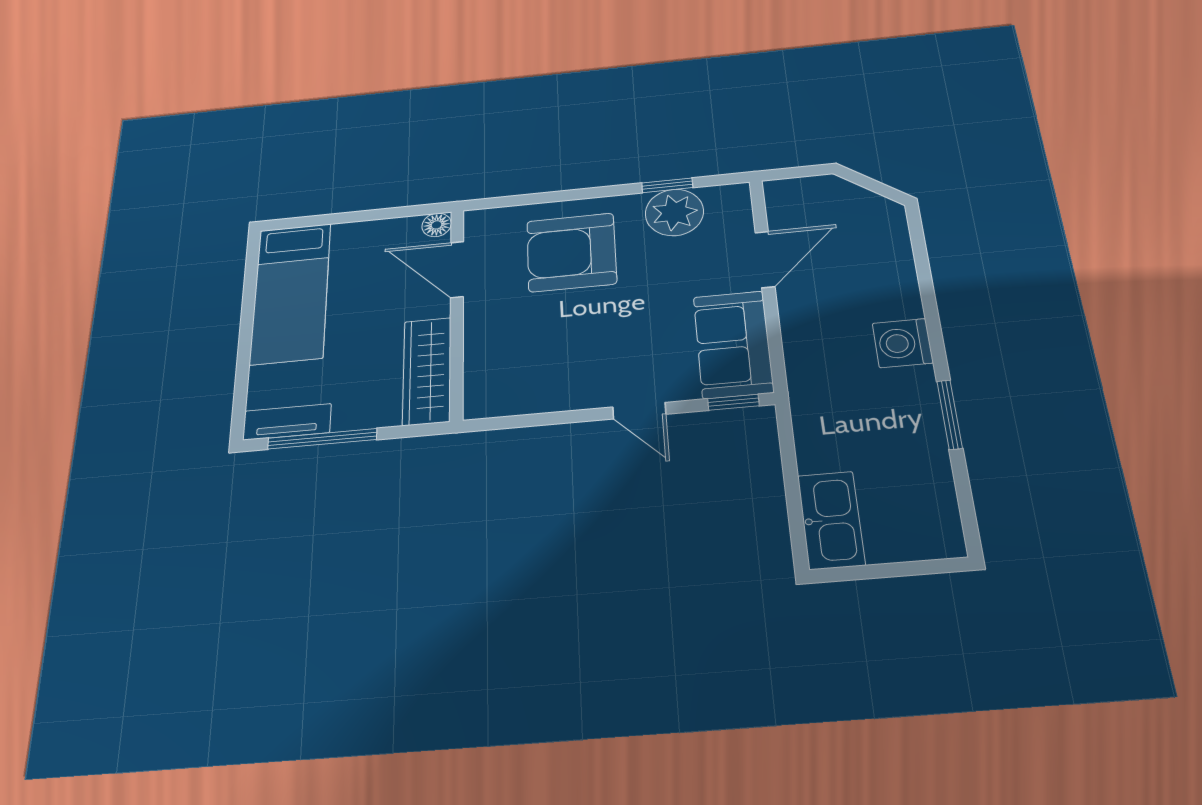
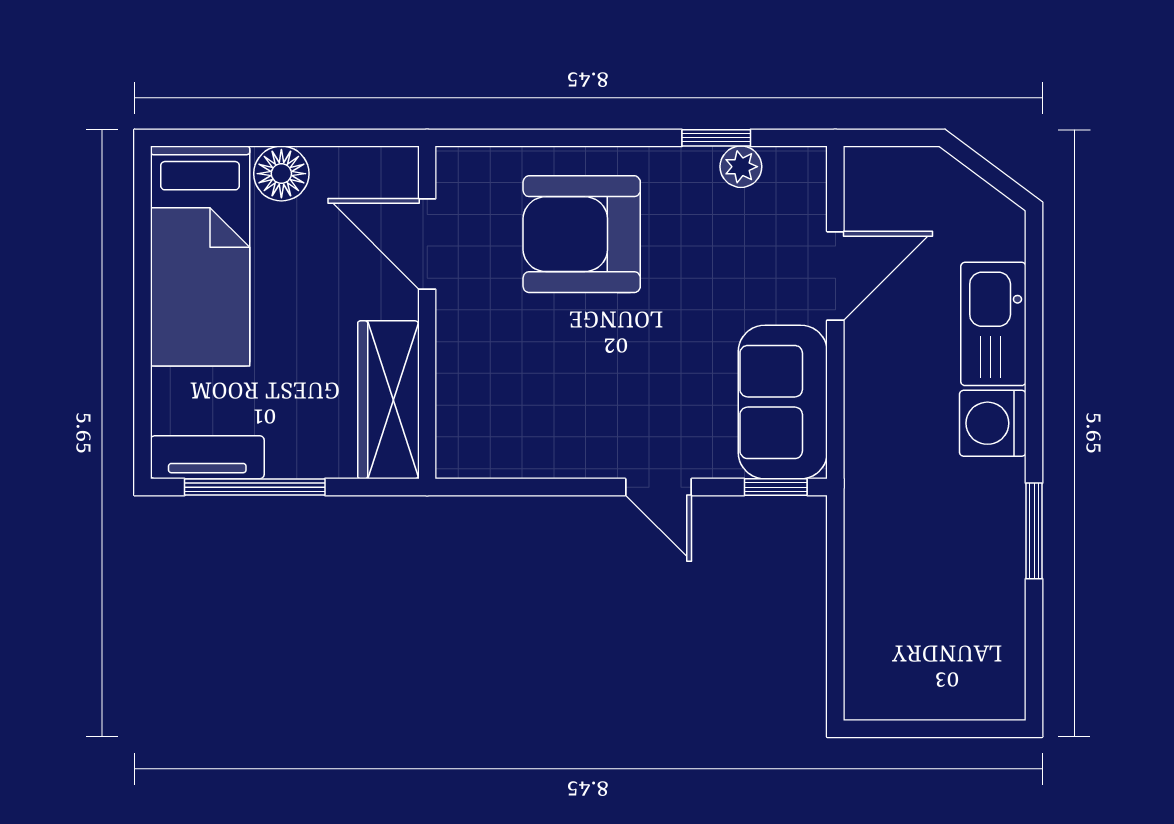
plant: (674, 212) -> (741, 167), width x0.53, depth x0.53
floor lamp: (437, 225) -> (281, 174), moved, width x1.37, depth x1.37
kitchen sink: (831, 520) -> (993, 324), moved, turned 180

